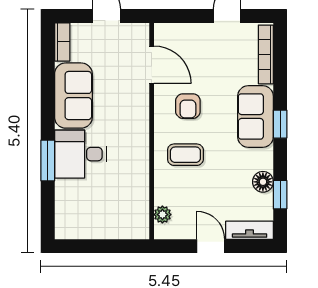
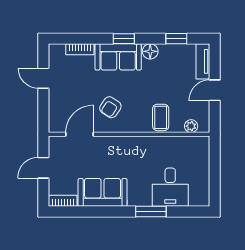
bookcase: (266, 54) -> (80, 49), width x0.64
armchair: (188, 106) -> (110, 107), turned 124
desk: (80, 154) -> (170, 187), moved
coffee table: (185, 155) -> (161, 117), moved
floor lamp: (263, 182) -> (150, 51), moved

